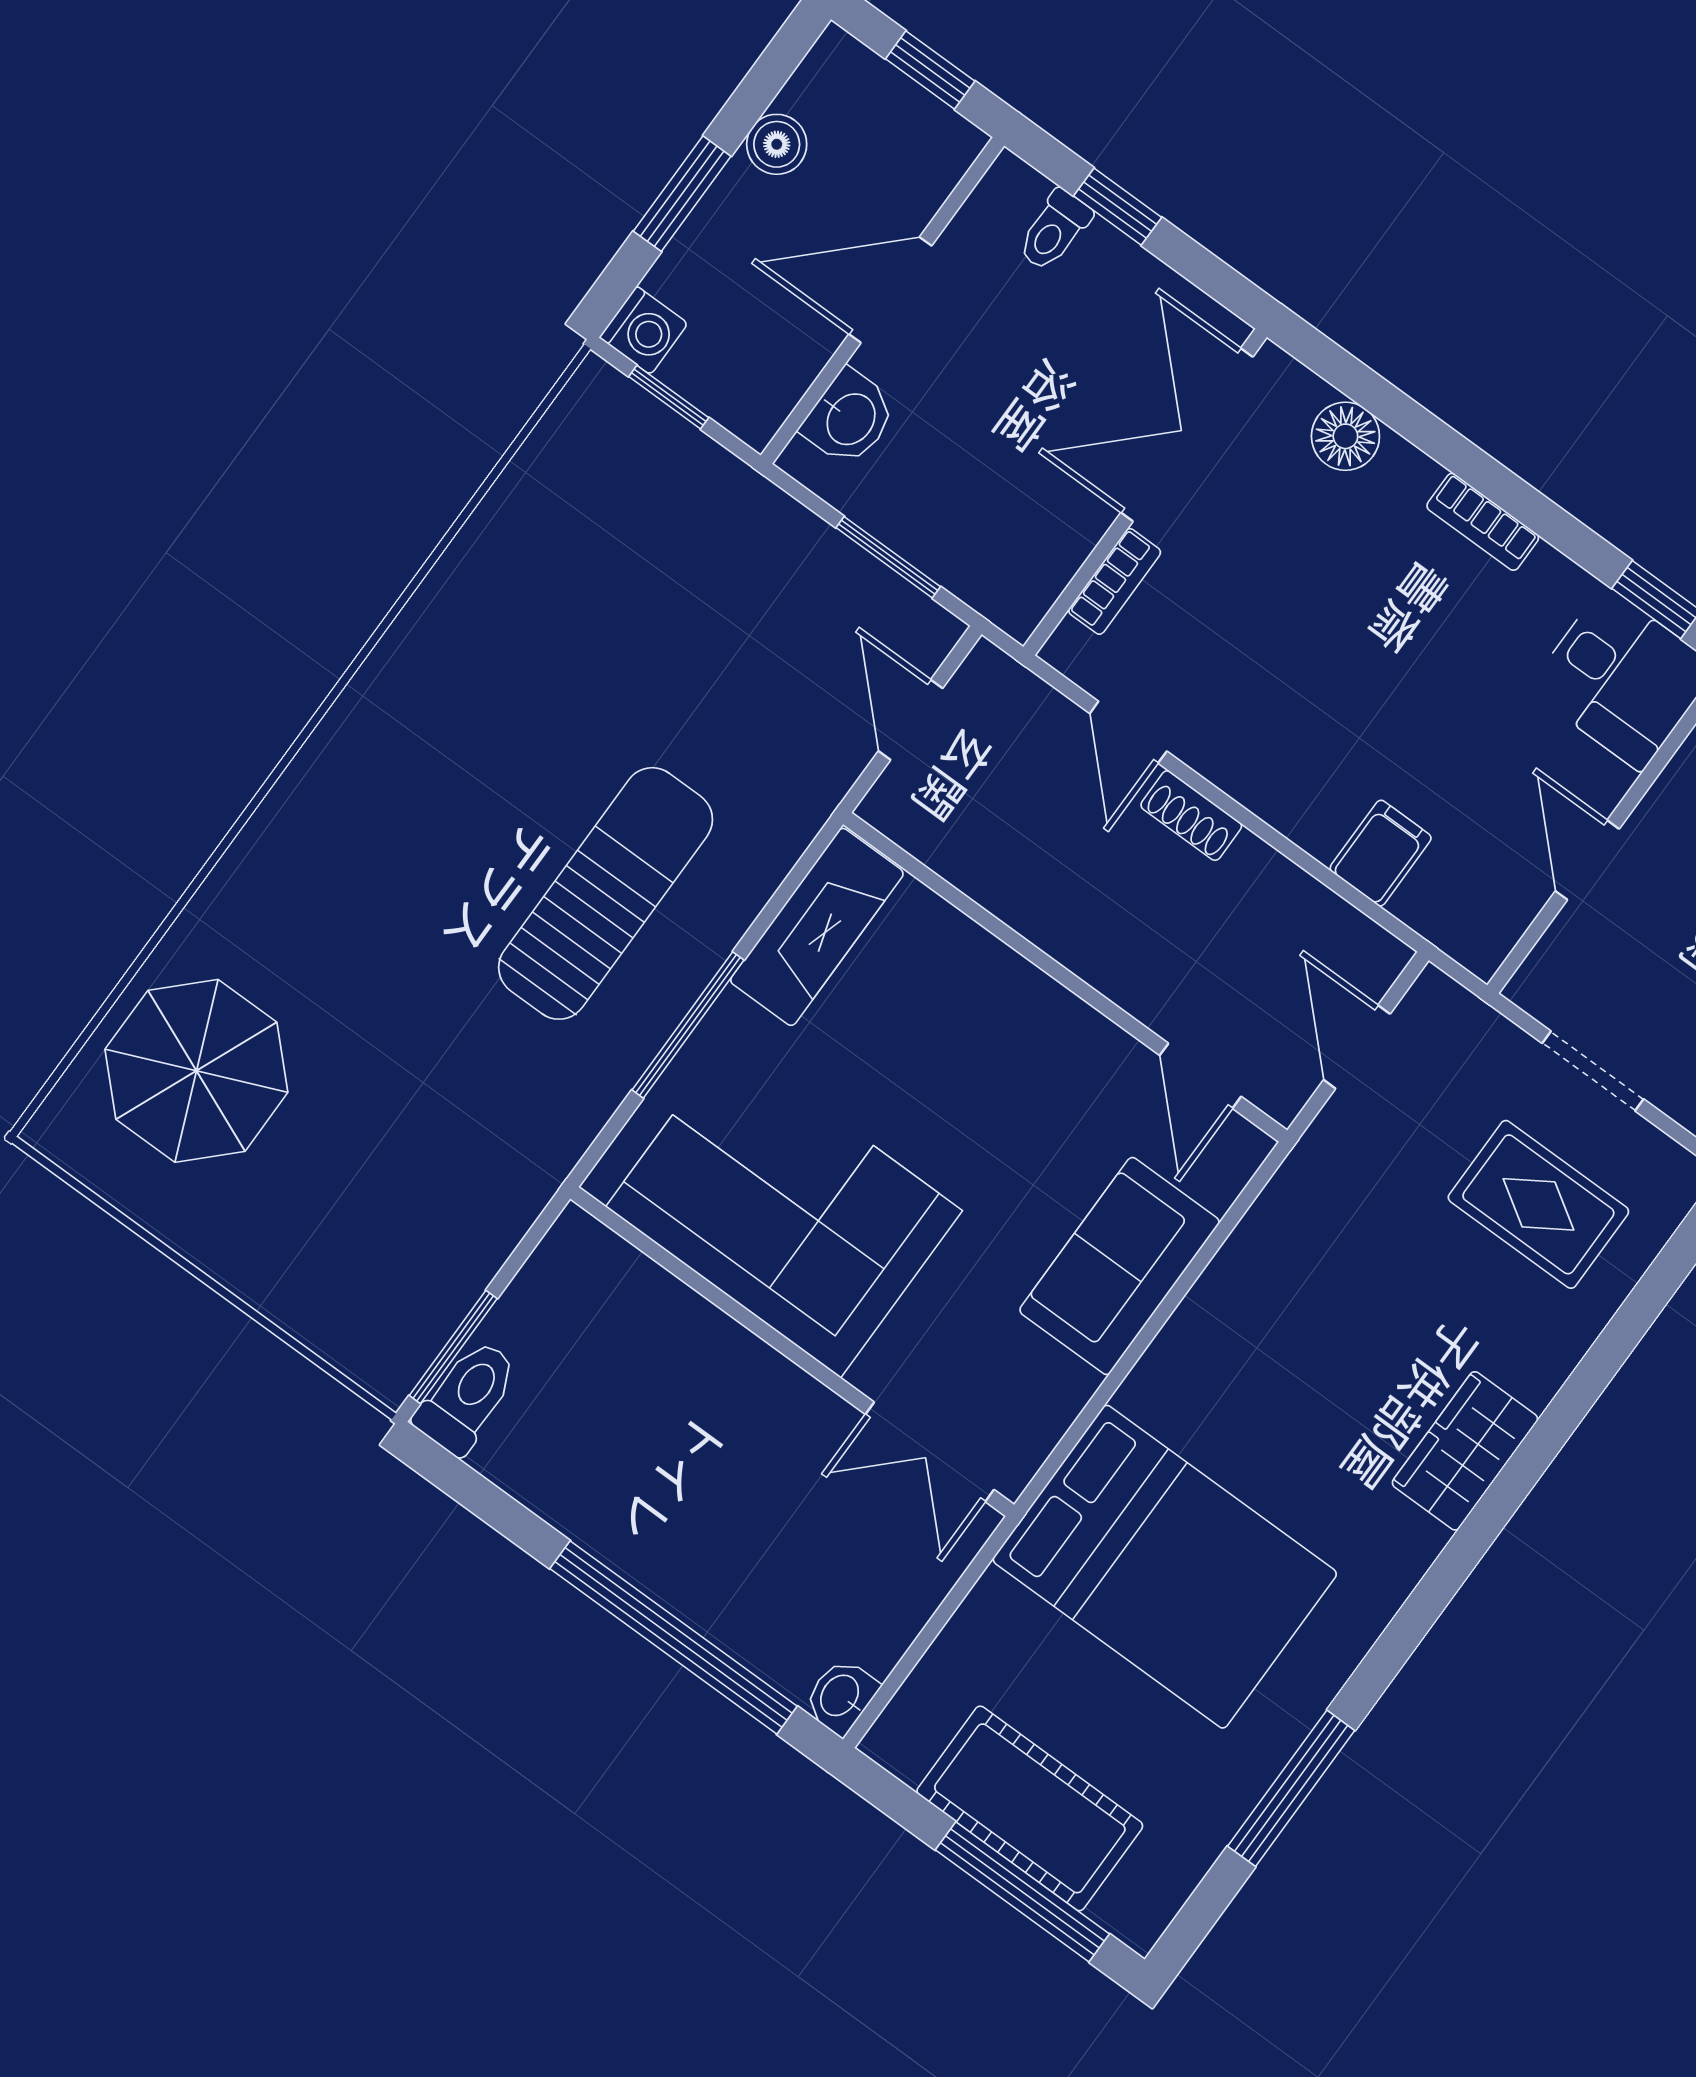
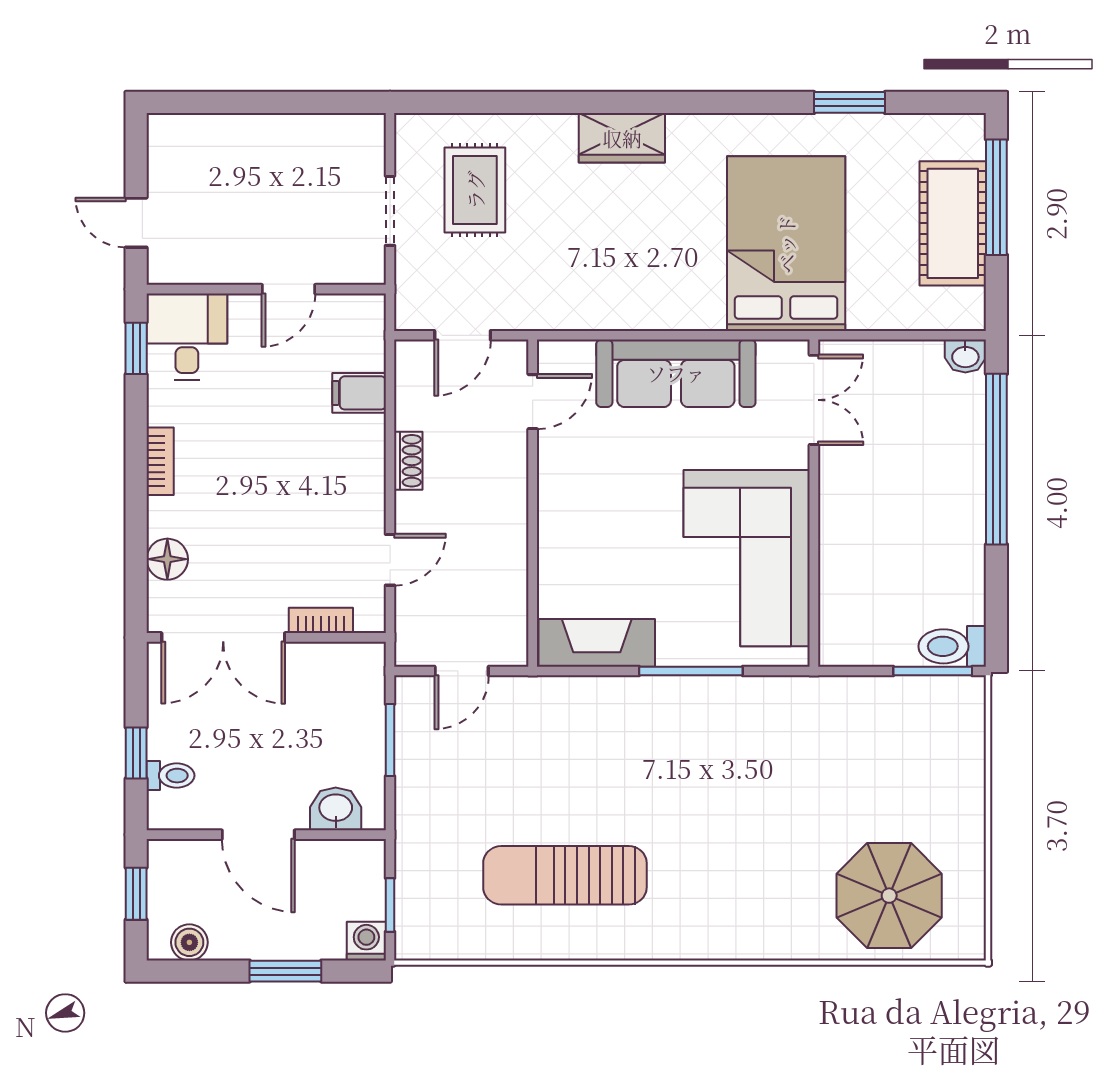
boiler: (777, 144) -> (189, 942), moved
shoe rack: (1191, 816) -> (408, 461), moved
sun lounger: (606, 893) -> (565, 875), moved
sofa: (1119, 1266) -> (676, 373), width x1.36
window: (1291, 1788) -> (850, 102), width x0.69

